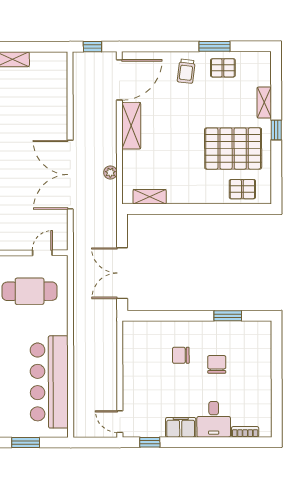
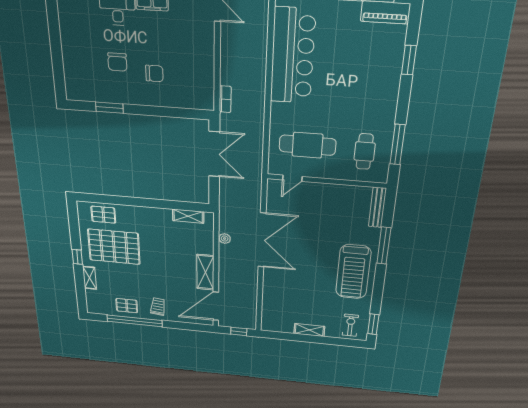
window: (215, 46) -> (135, 321), width x2.11
bookcase: (112, 334) -> (225, 99), added

